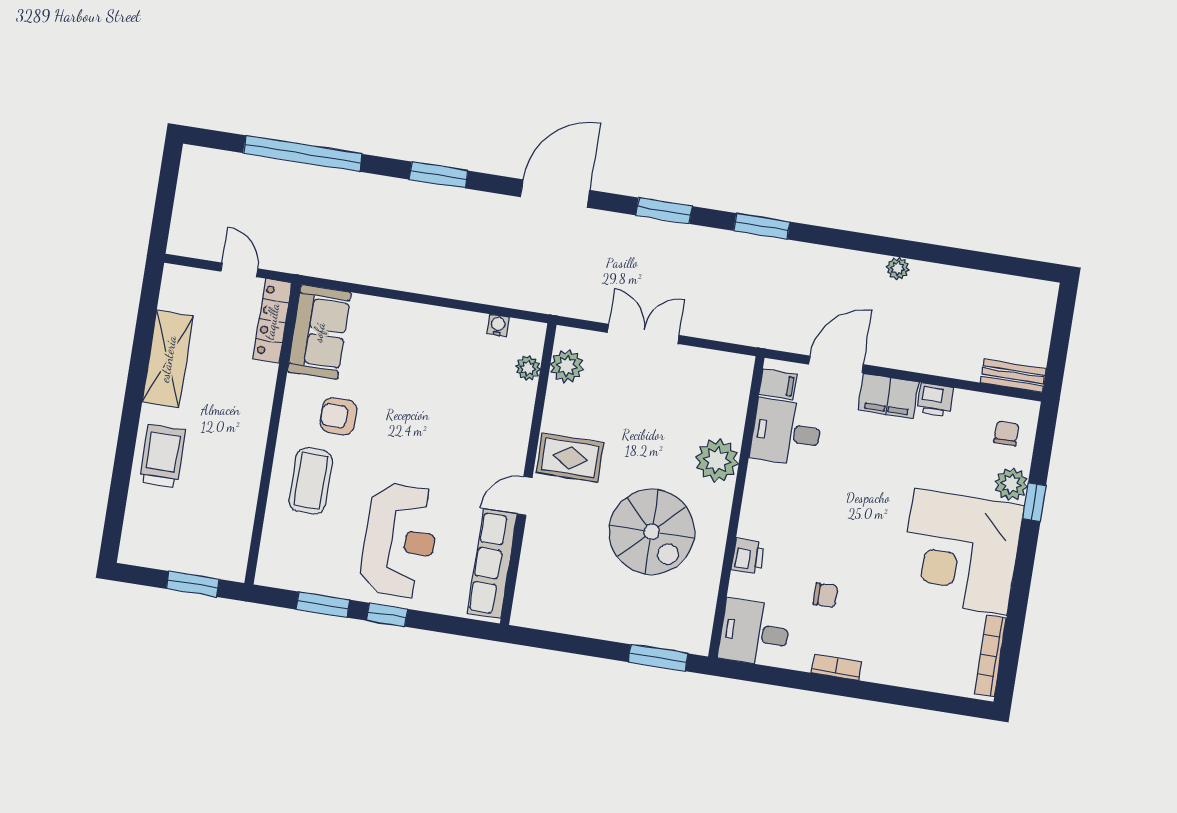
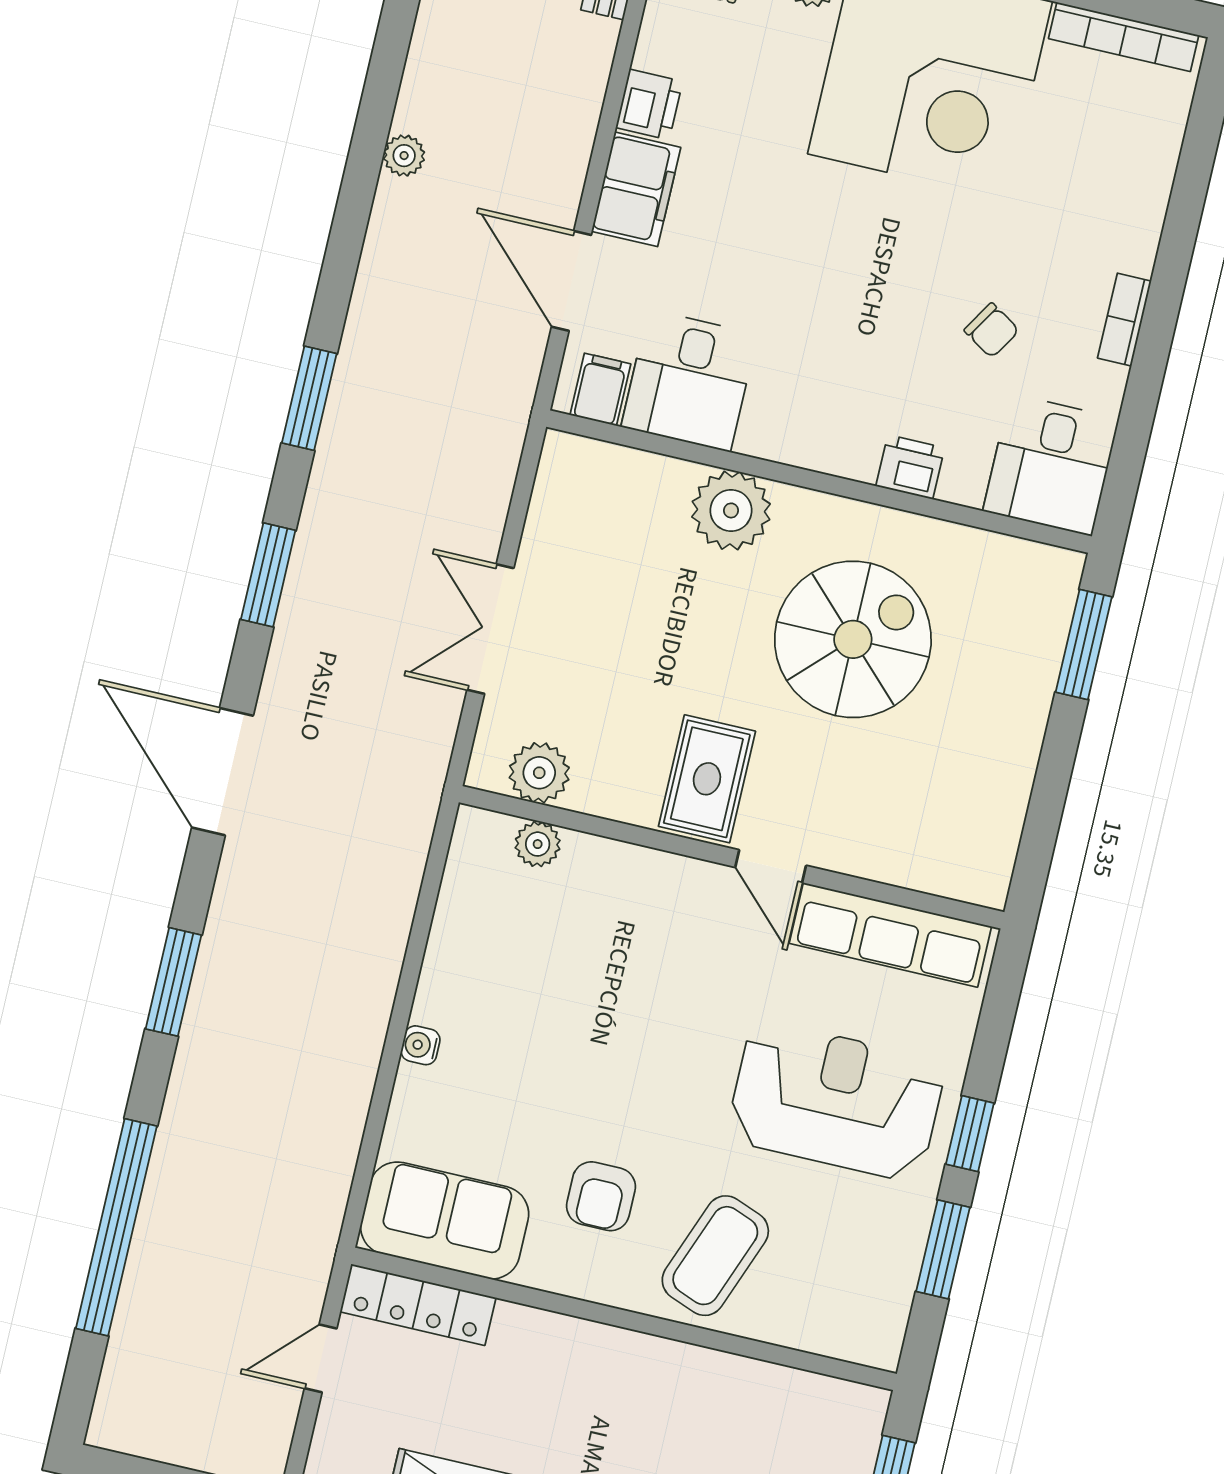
water cooler: (498, 325) -> (420, 1045), moved
coffee table: (311, 481) -> (715, 1256), turned -69
chair: (825, 595) -> (992, 330), turned 122

